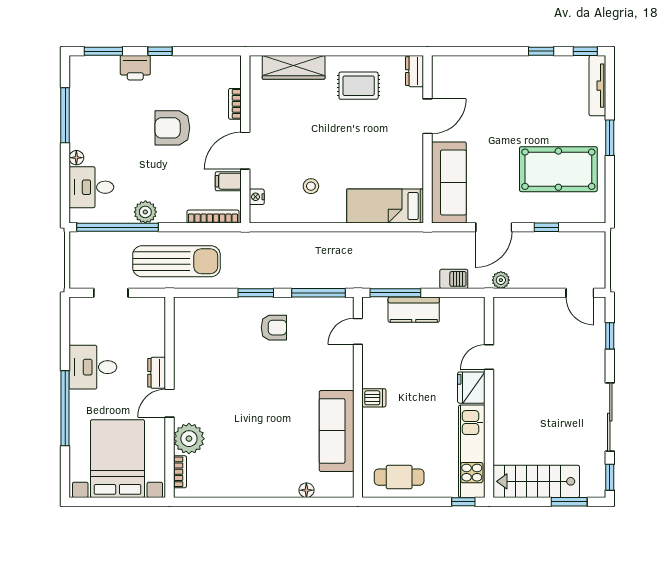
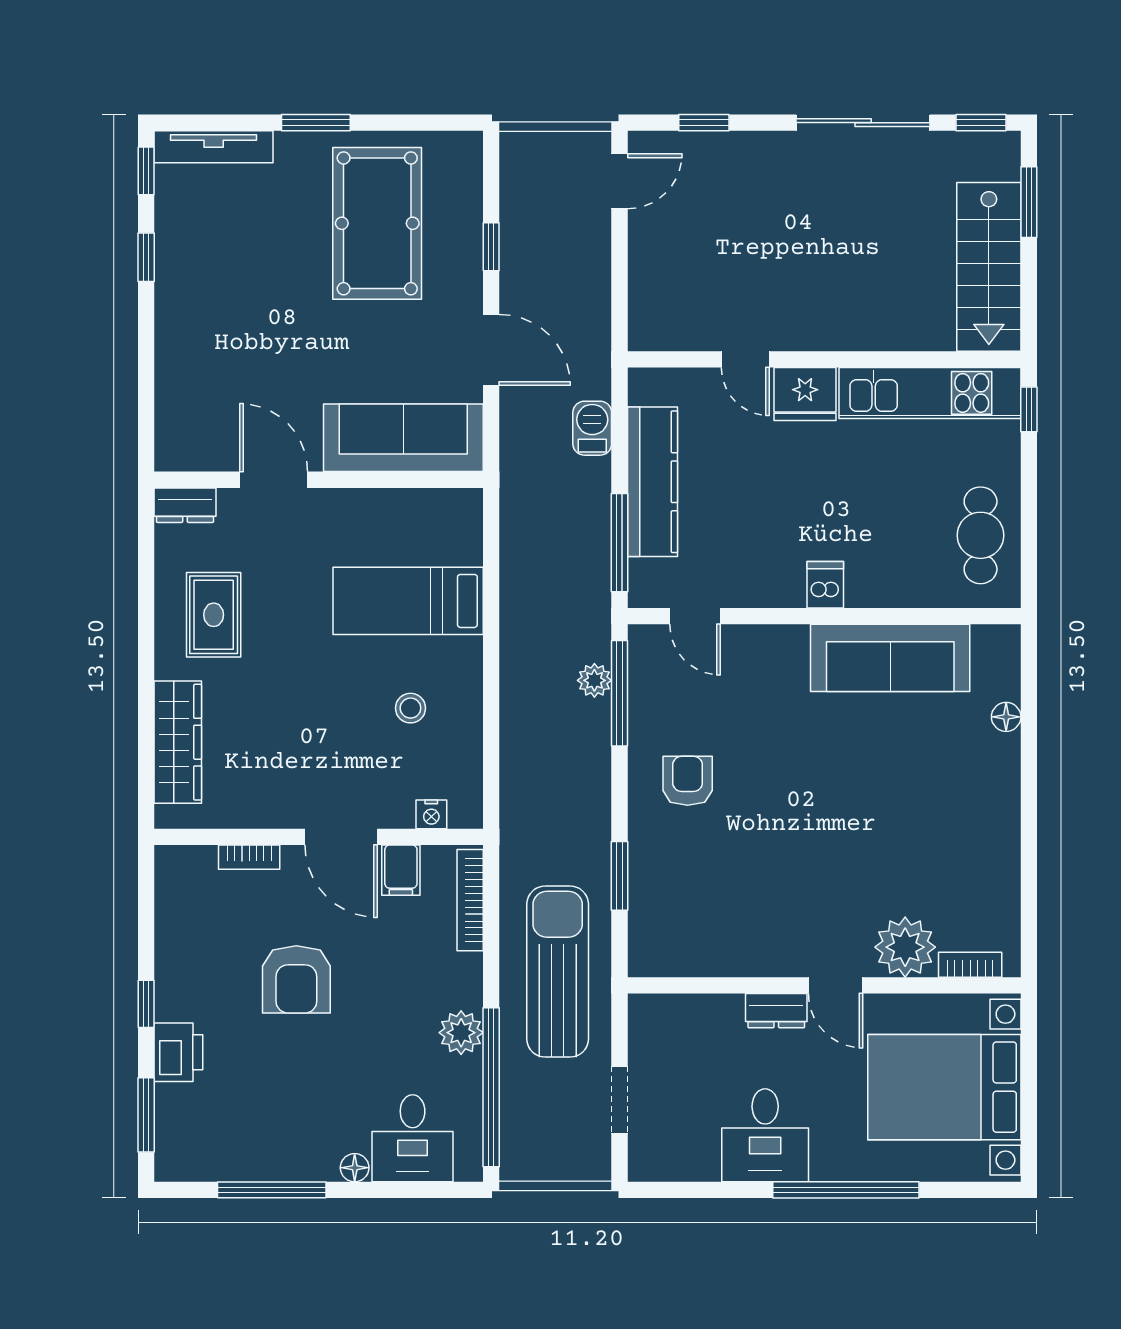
bed: (385, 206) -> (408, 601), moved, turned 90
plant: (501, 280) -> (594, 680), moved
window: (256, 293) -> (620, 876), moved
kitchen counter: (414, 310) -> (653, 482), width x1.50

